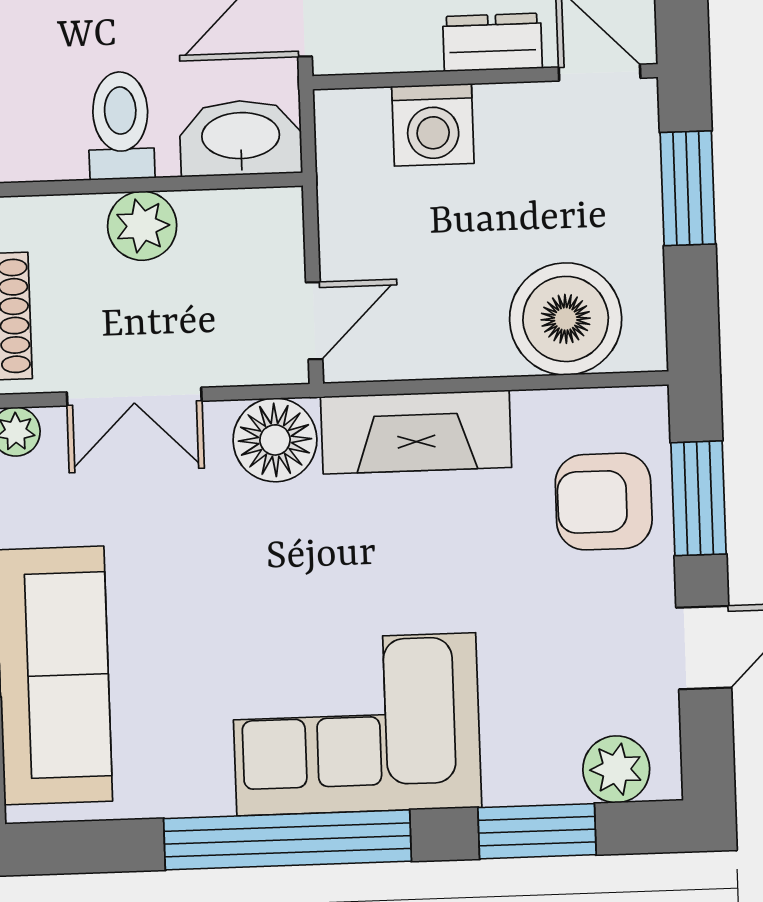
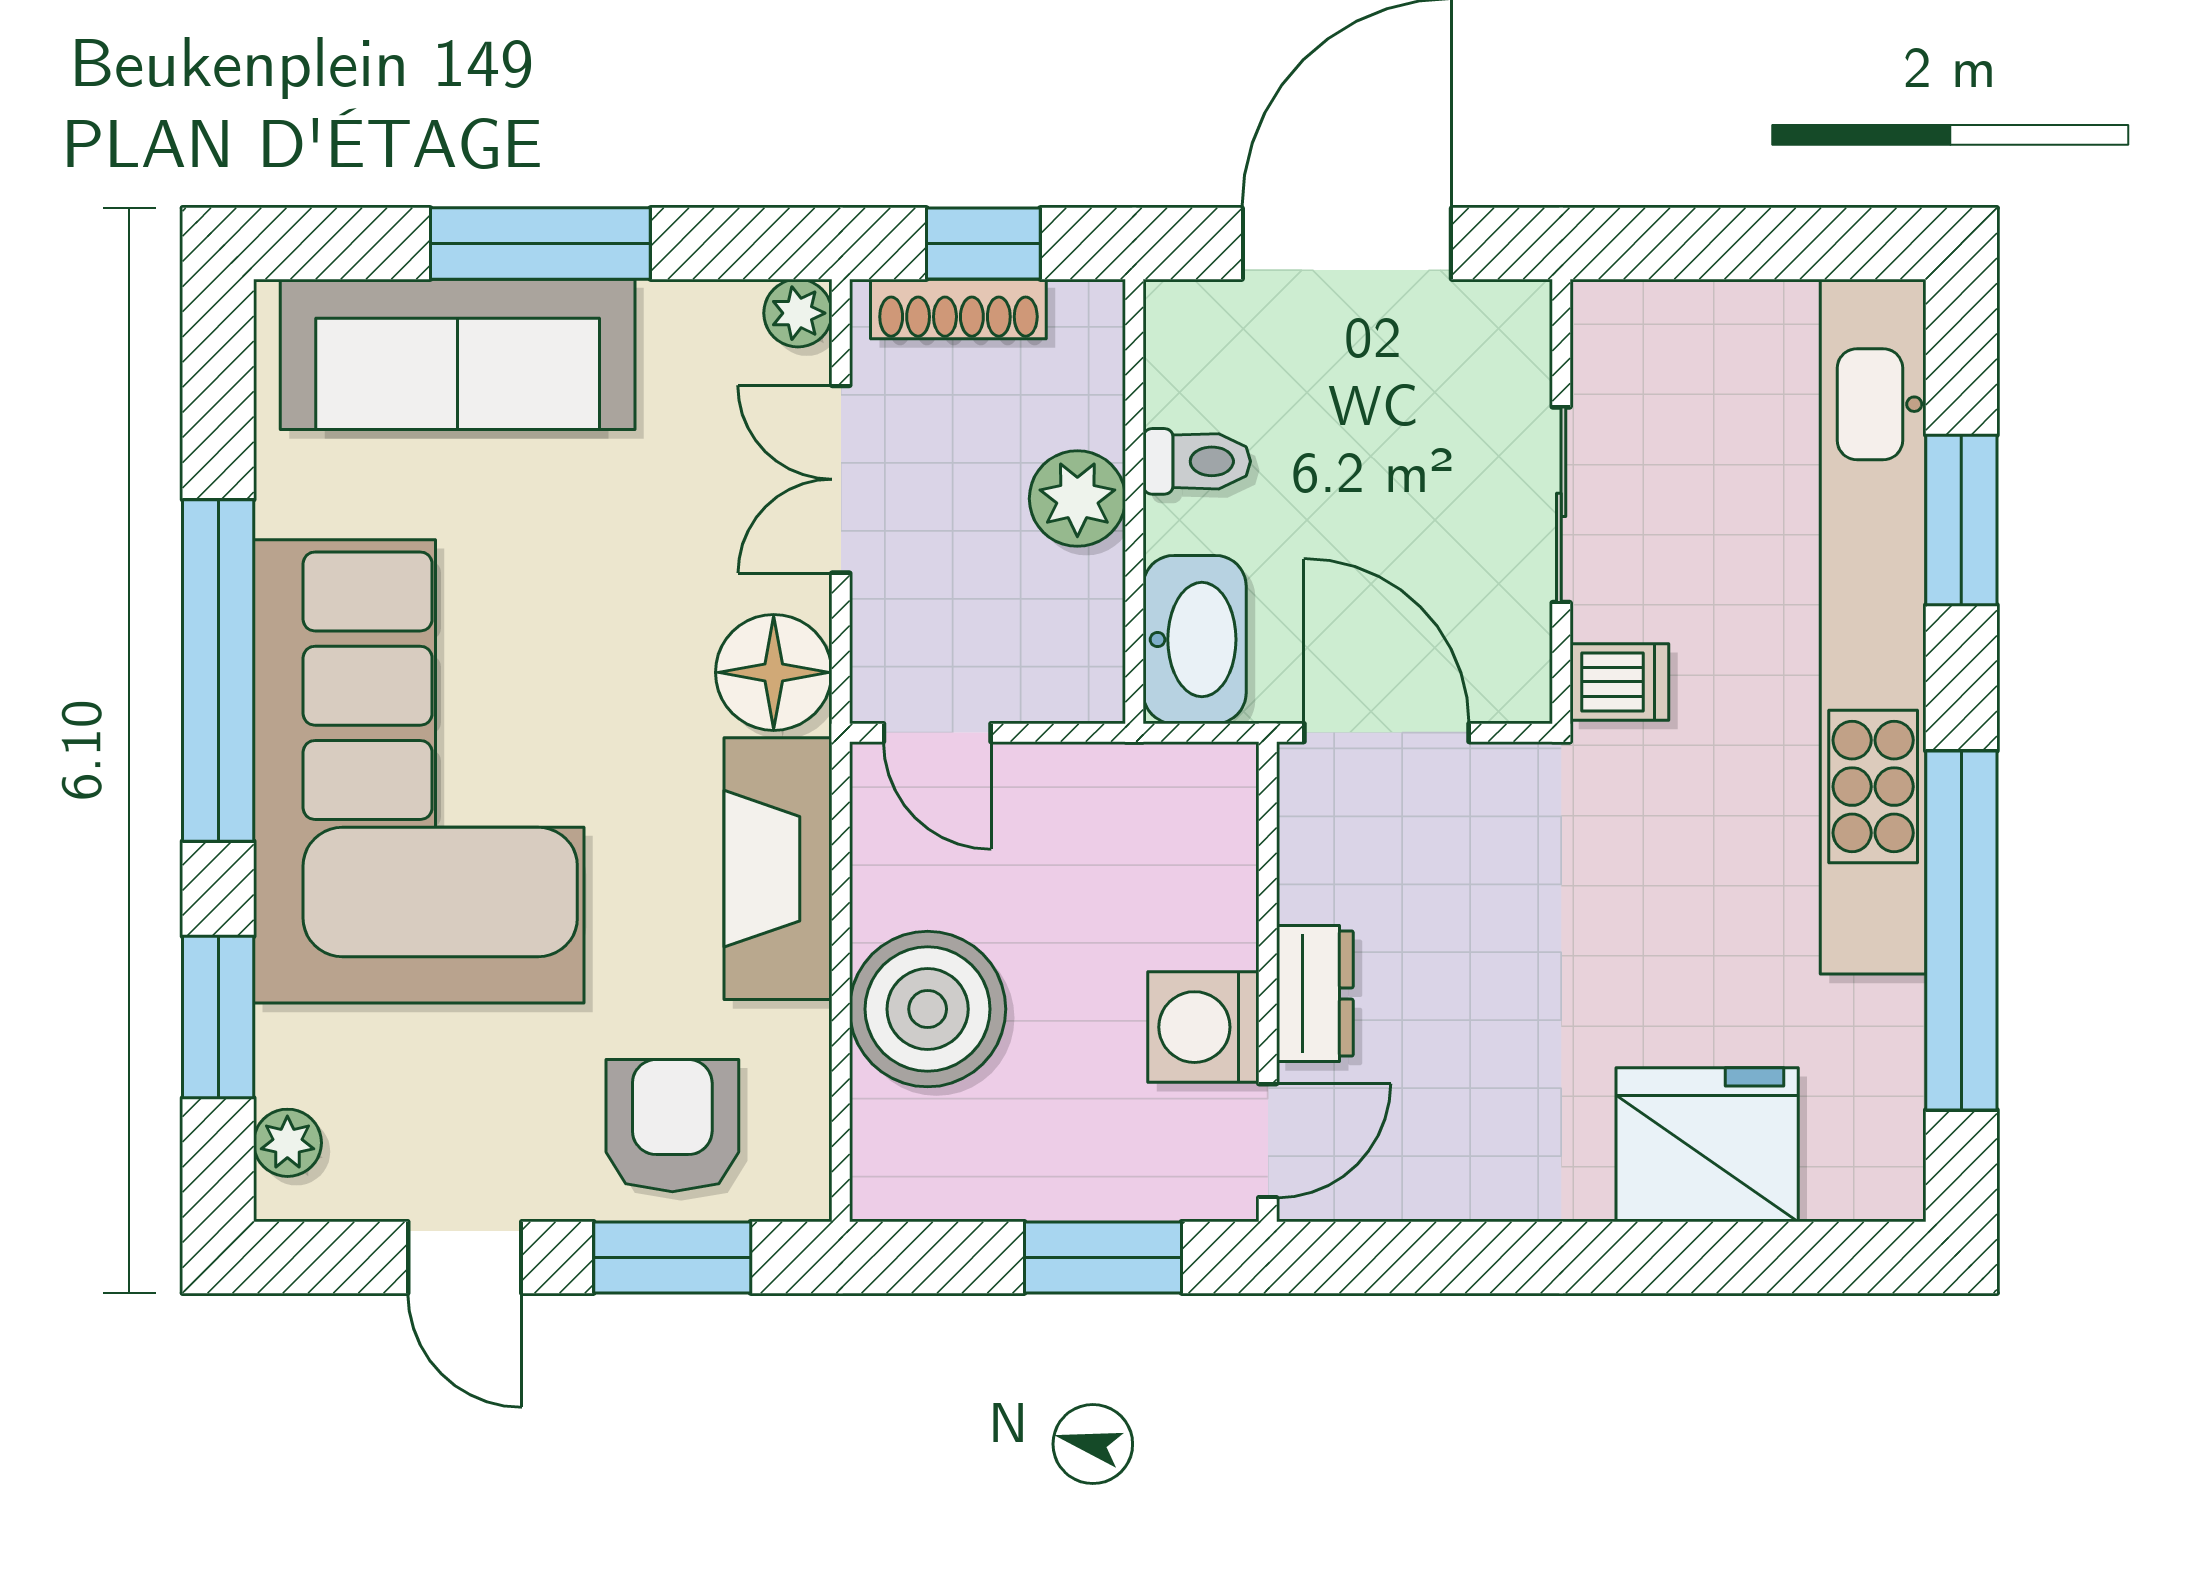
washing machine: (433, 125) -> (1203, 1027), moved
toilet: (121, 126) -> (1197, 461), width x0.73, depth x0.72
boiler: (566, 319) -> (928, 1009), moved
corner sofa: (356, 724) -> (419, 771), width x1.36, depth x1.36
plant: (616, 769) -> (287, 1143), width x0.73, depth x0.73

